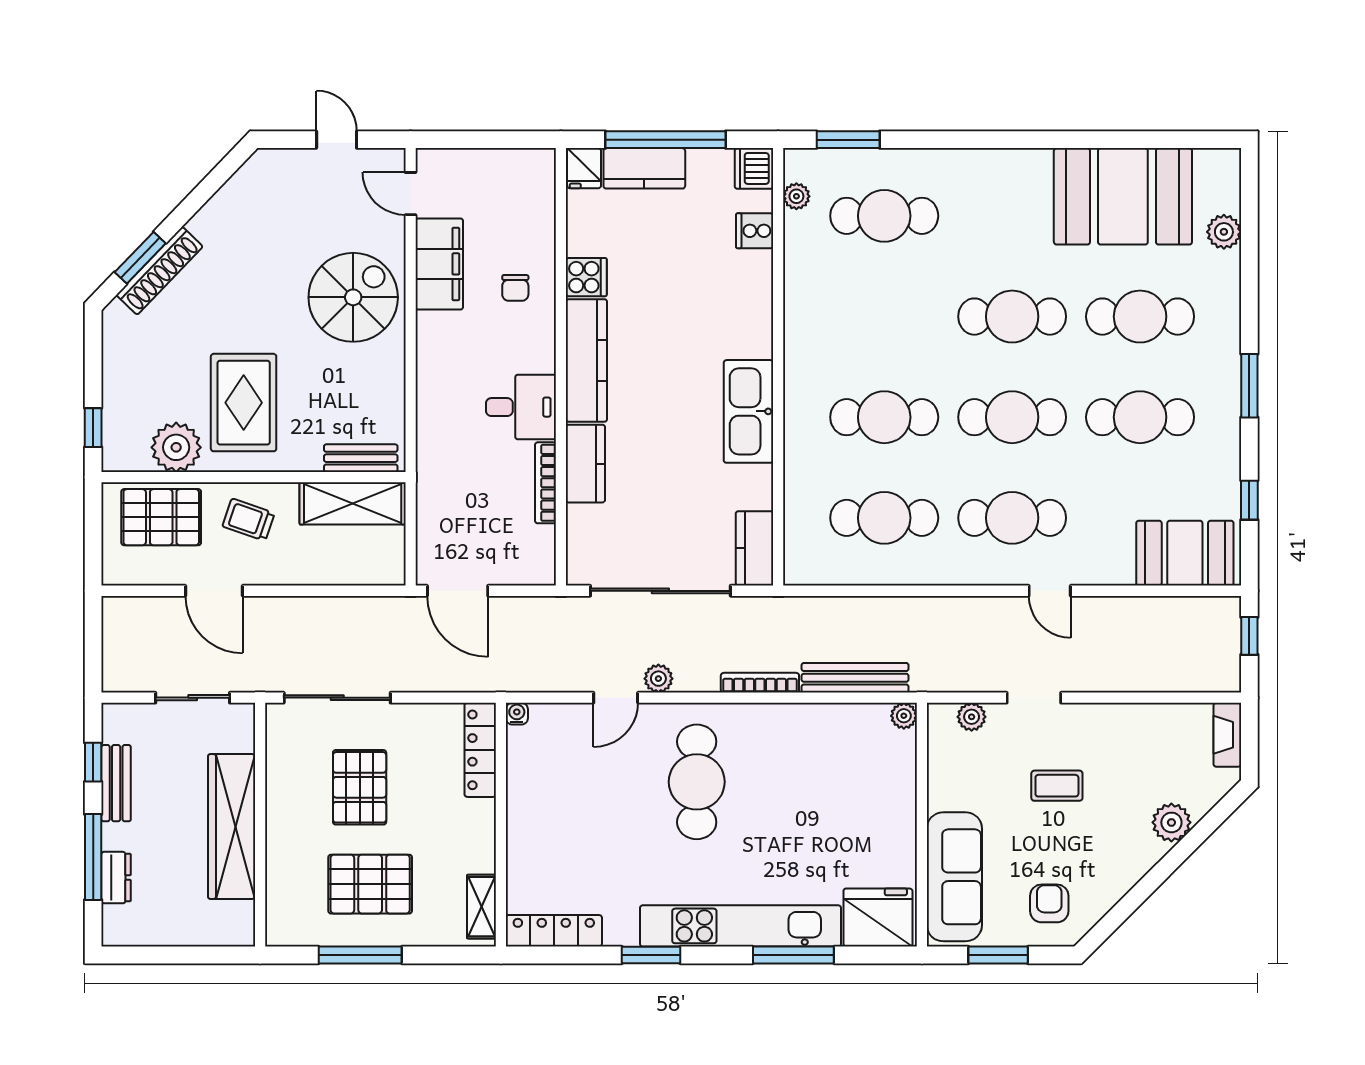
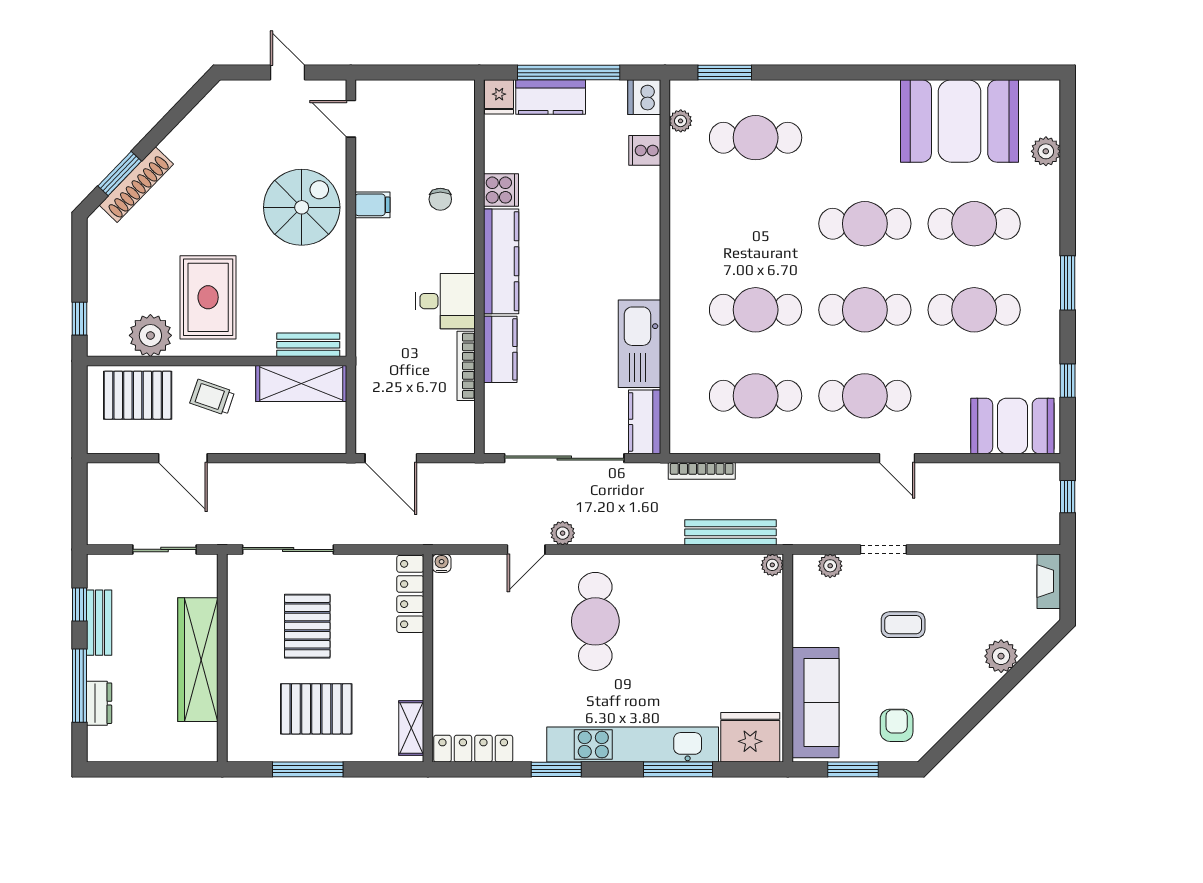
filing cabinet: (439, 264) -> (372, 205), width x0.33, depth x0.86
kitchen sink: (749, 411) -> (640, 344), moved
bookcase: (760, 683) -> (702, 471), moved, turned 180

